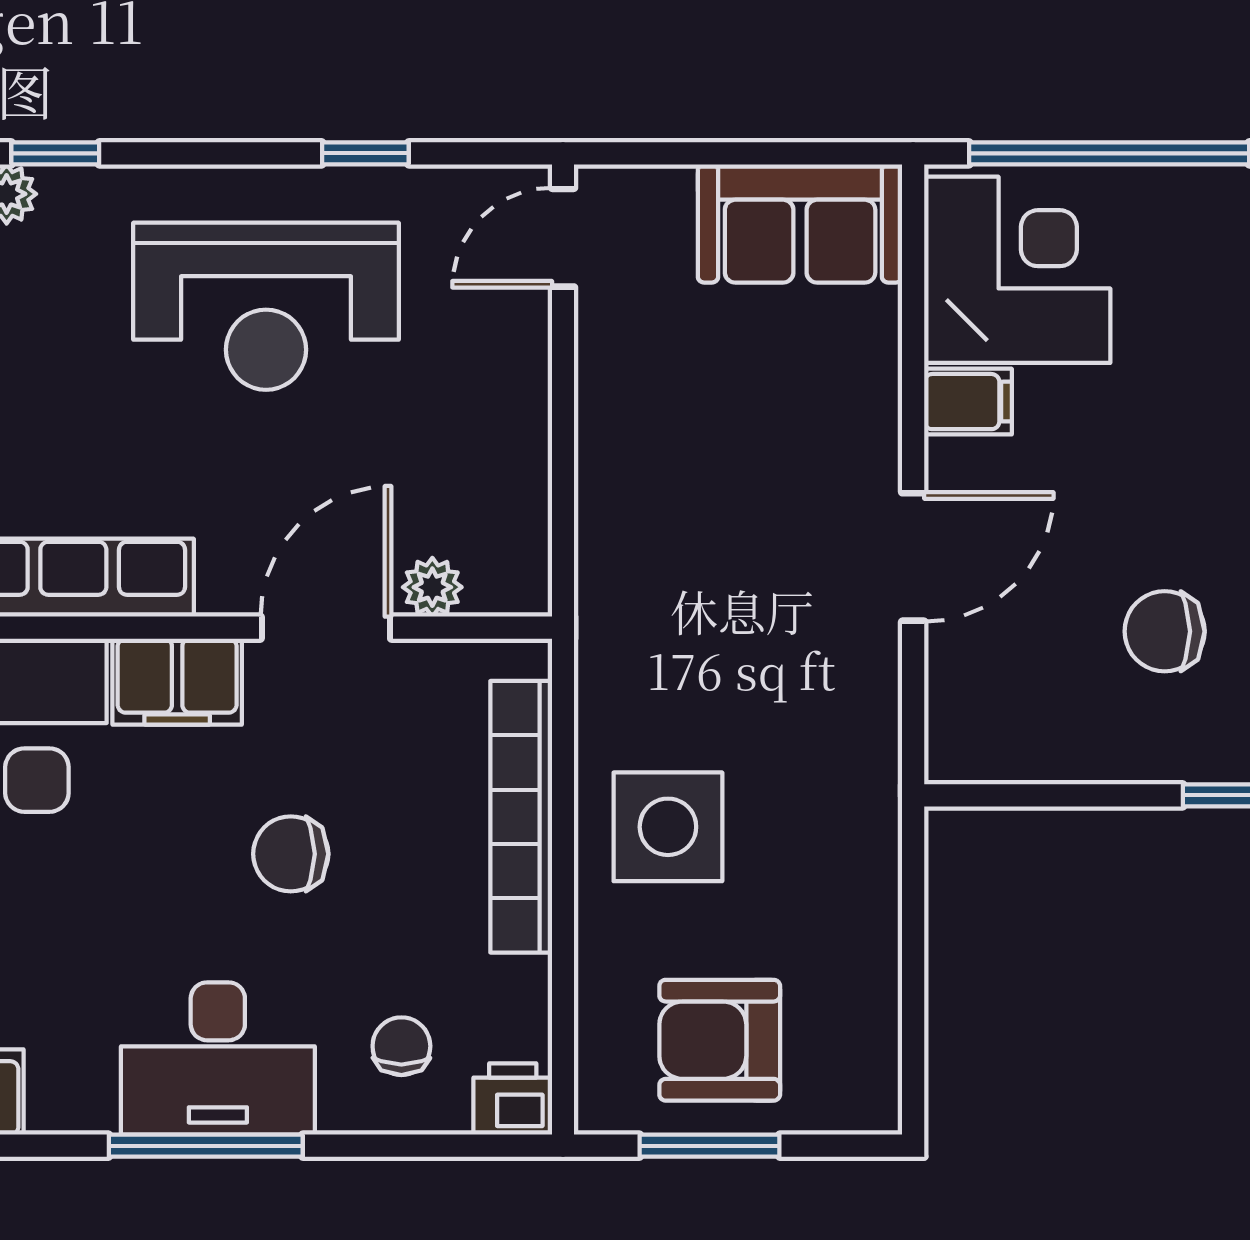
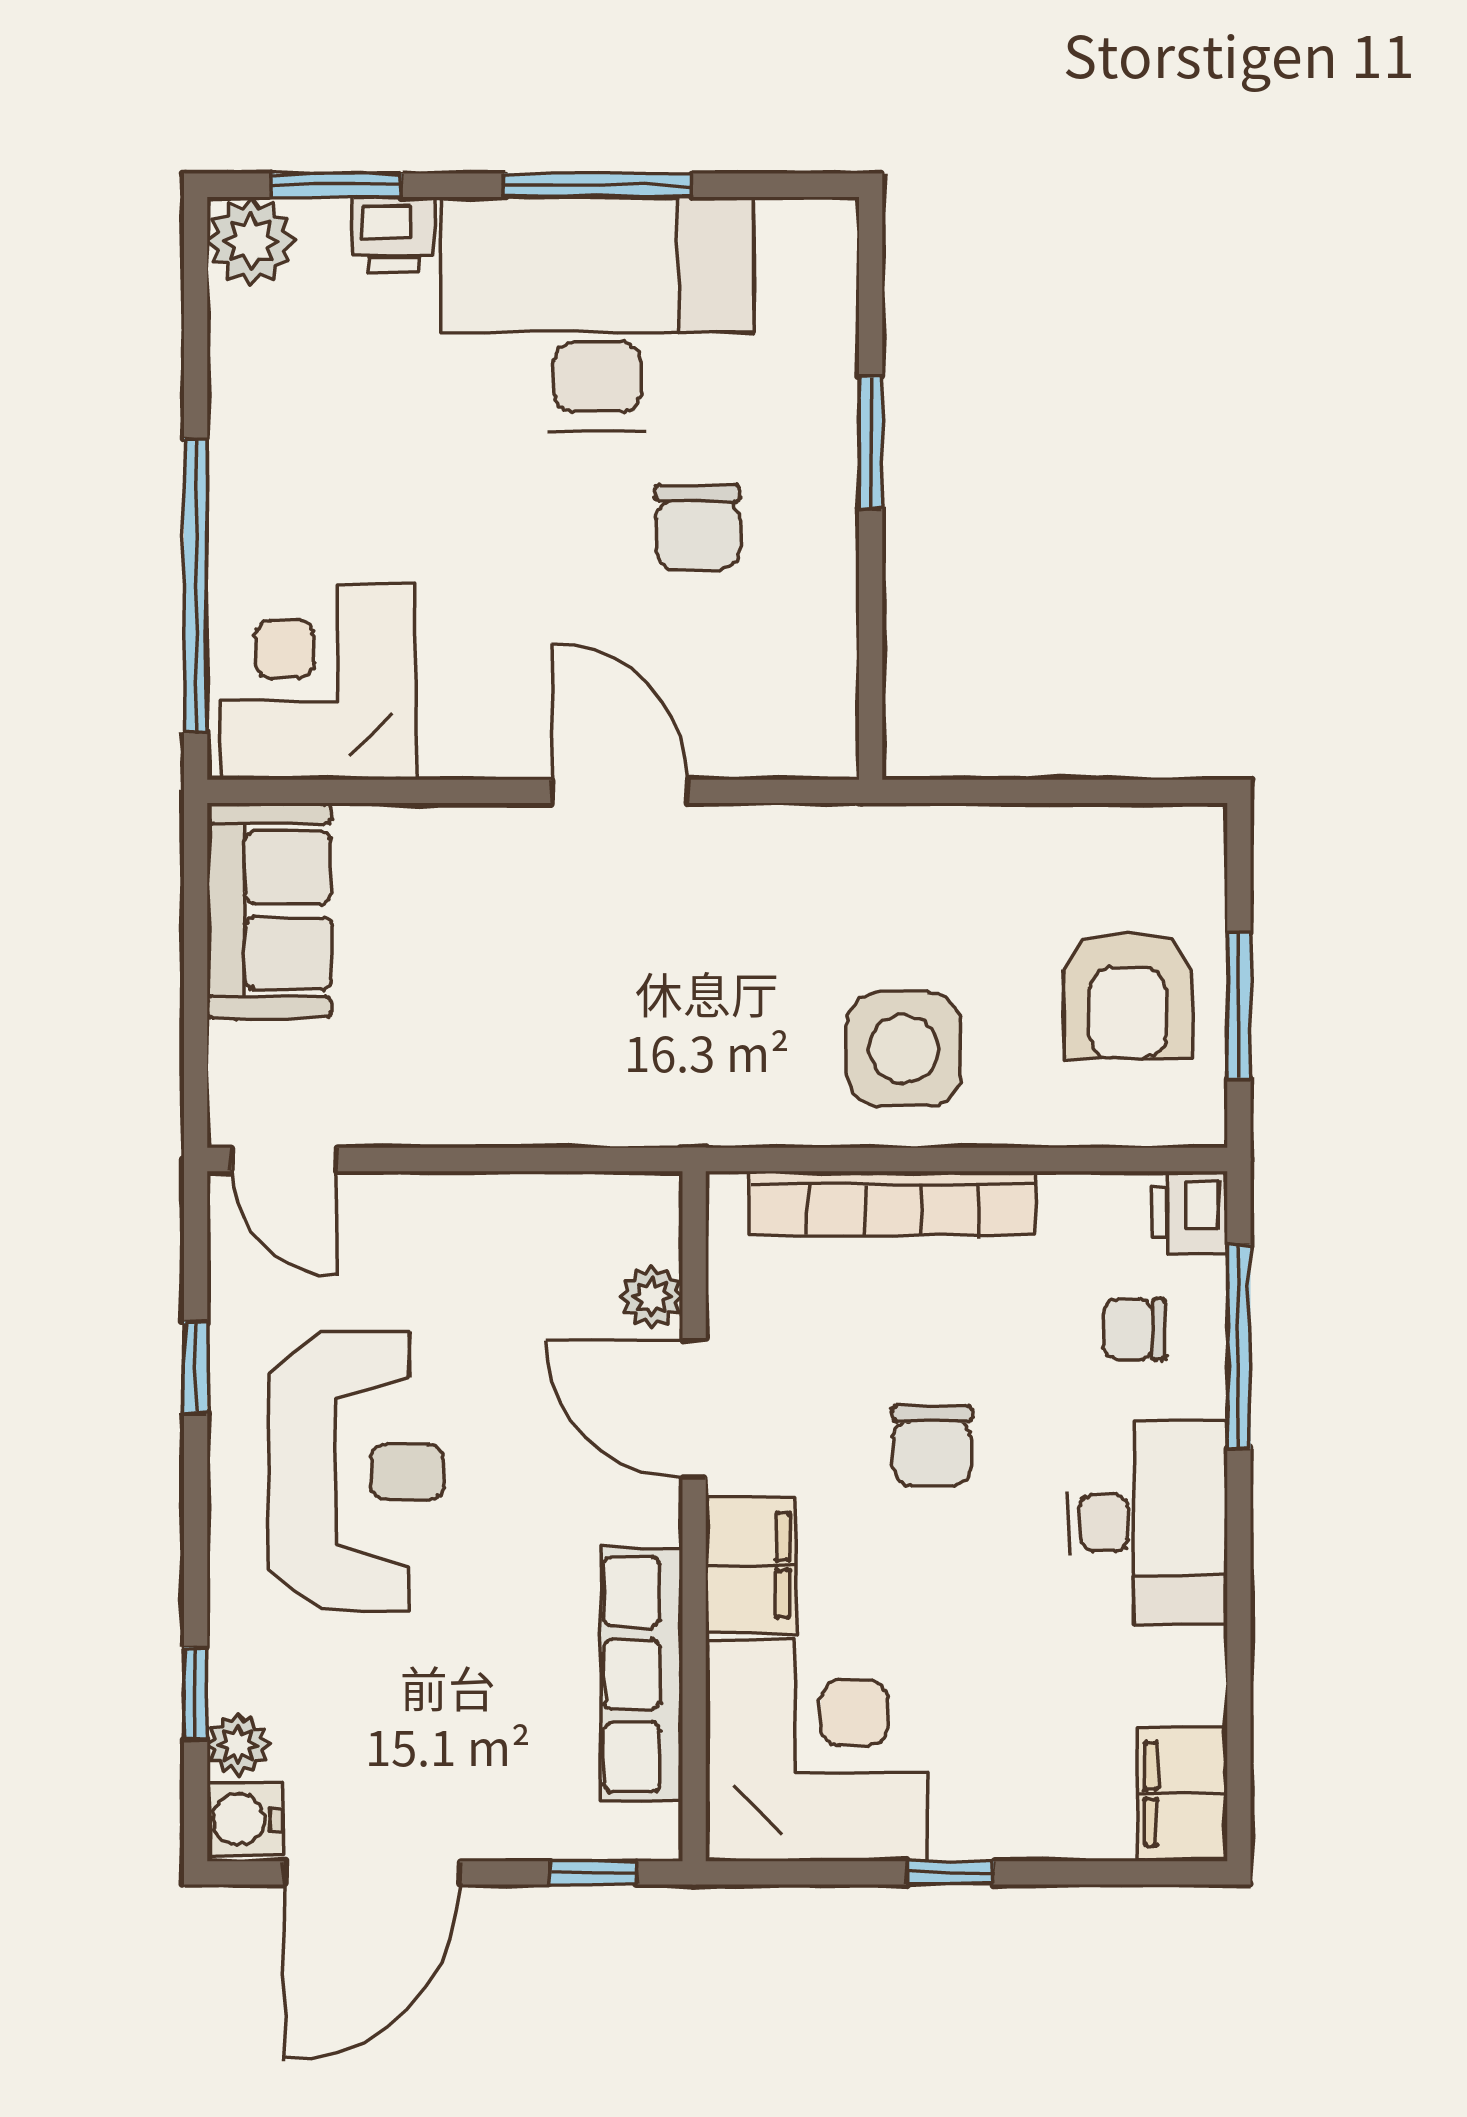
filing cabinet: (968, 402) -> (457, 734), removed
window: (206, 1146) -> (1239, 1347), moved

